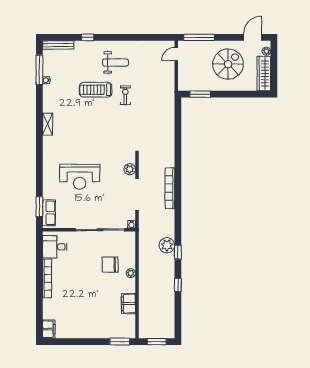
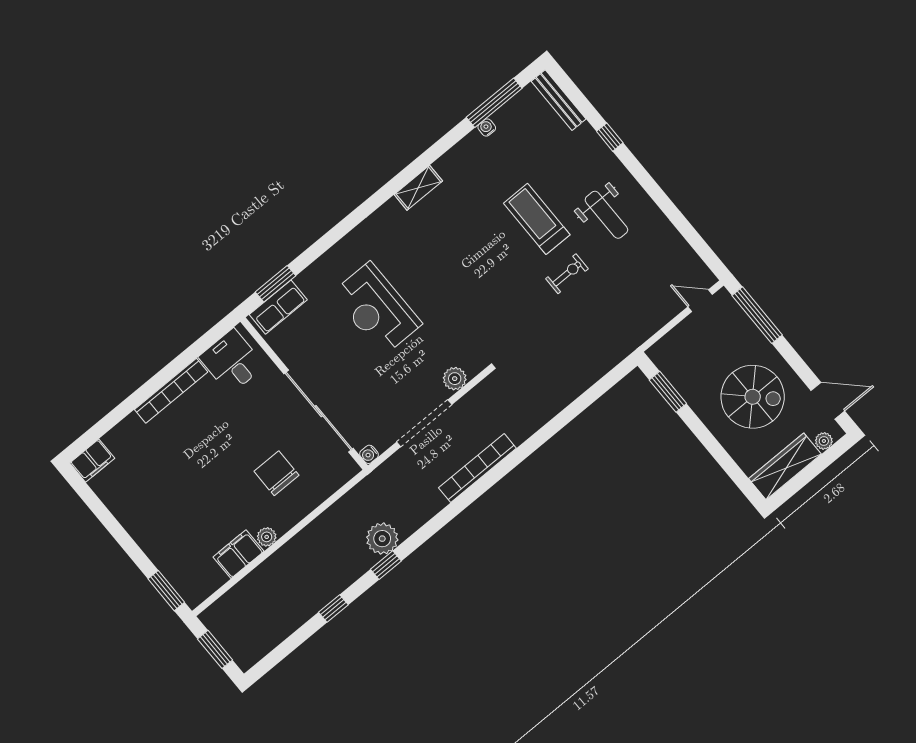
plant: (131, 273) -> (267, 537), moved

